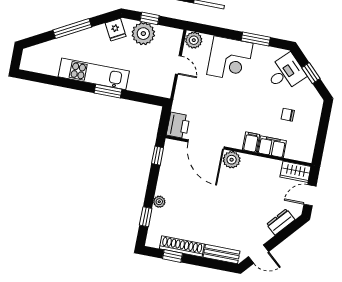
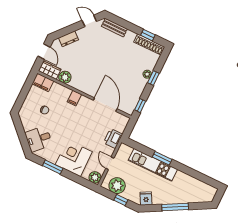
plant: (143, 34) -> (117, 186), moved
window: (311, 73) -> (21, 134), removed
kitchen unit: (94, 74) -> (153, 165), moved
printer: (178, 125) -> (113, 139), moved
filing cabinet: (272, 147) -> (43, 82), moved
plant: (232, 160) -> (65, 77), moved
door: (310, 195) -> (44, 52), hinge flipped
window: (146, 217) -> (153, 78), moved
shoe rack: (182, 246) -> (149, 44), moved

